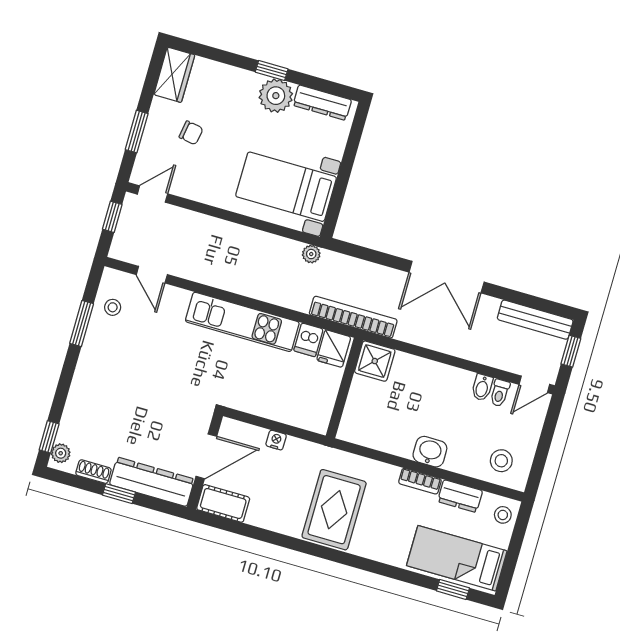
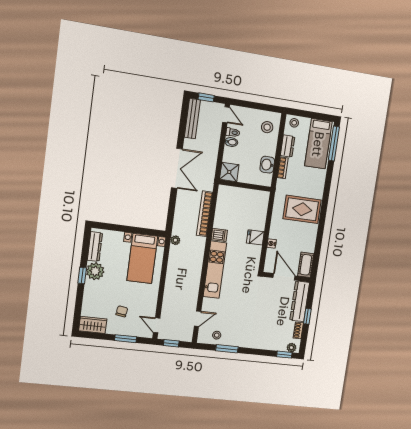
fridge: (334, 349) -> (255, 237), moved, turned 180
shower: (375, 361) -> (229, 172), moved
wall: (345, 388) -> (245, 186), moved
window: (453, 589) -> (334, 144), width x2.17

